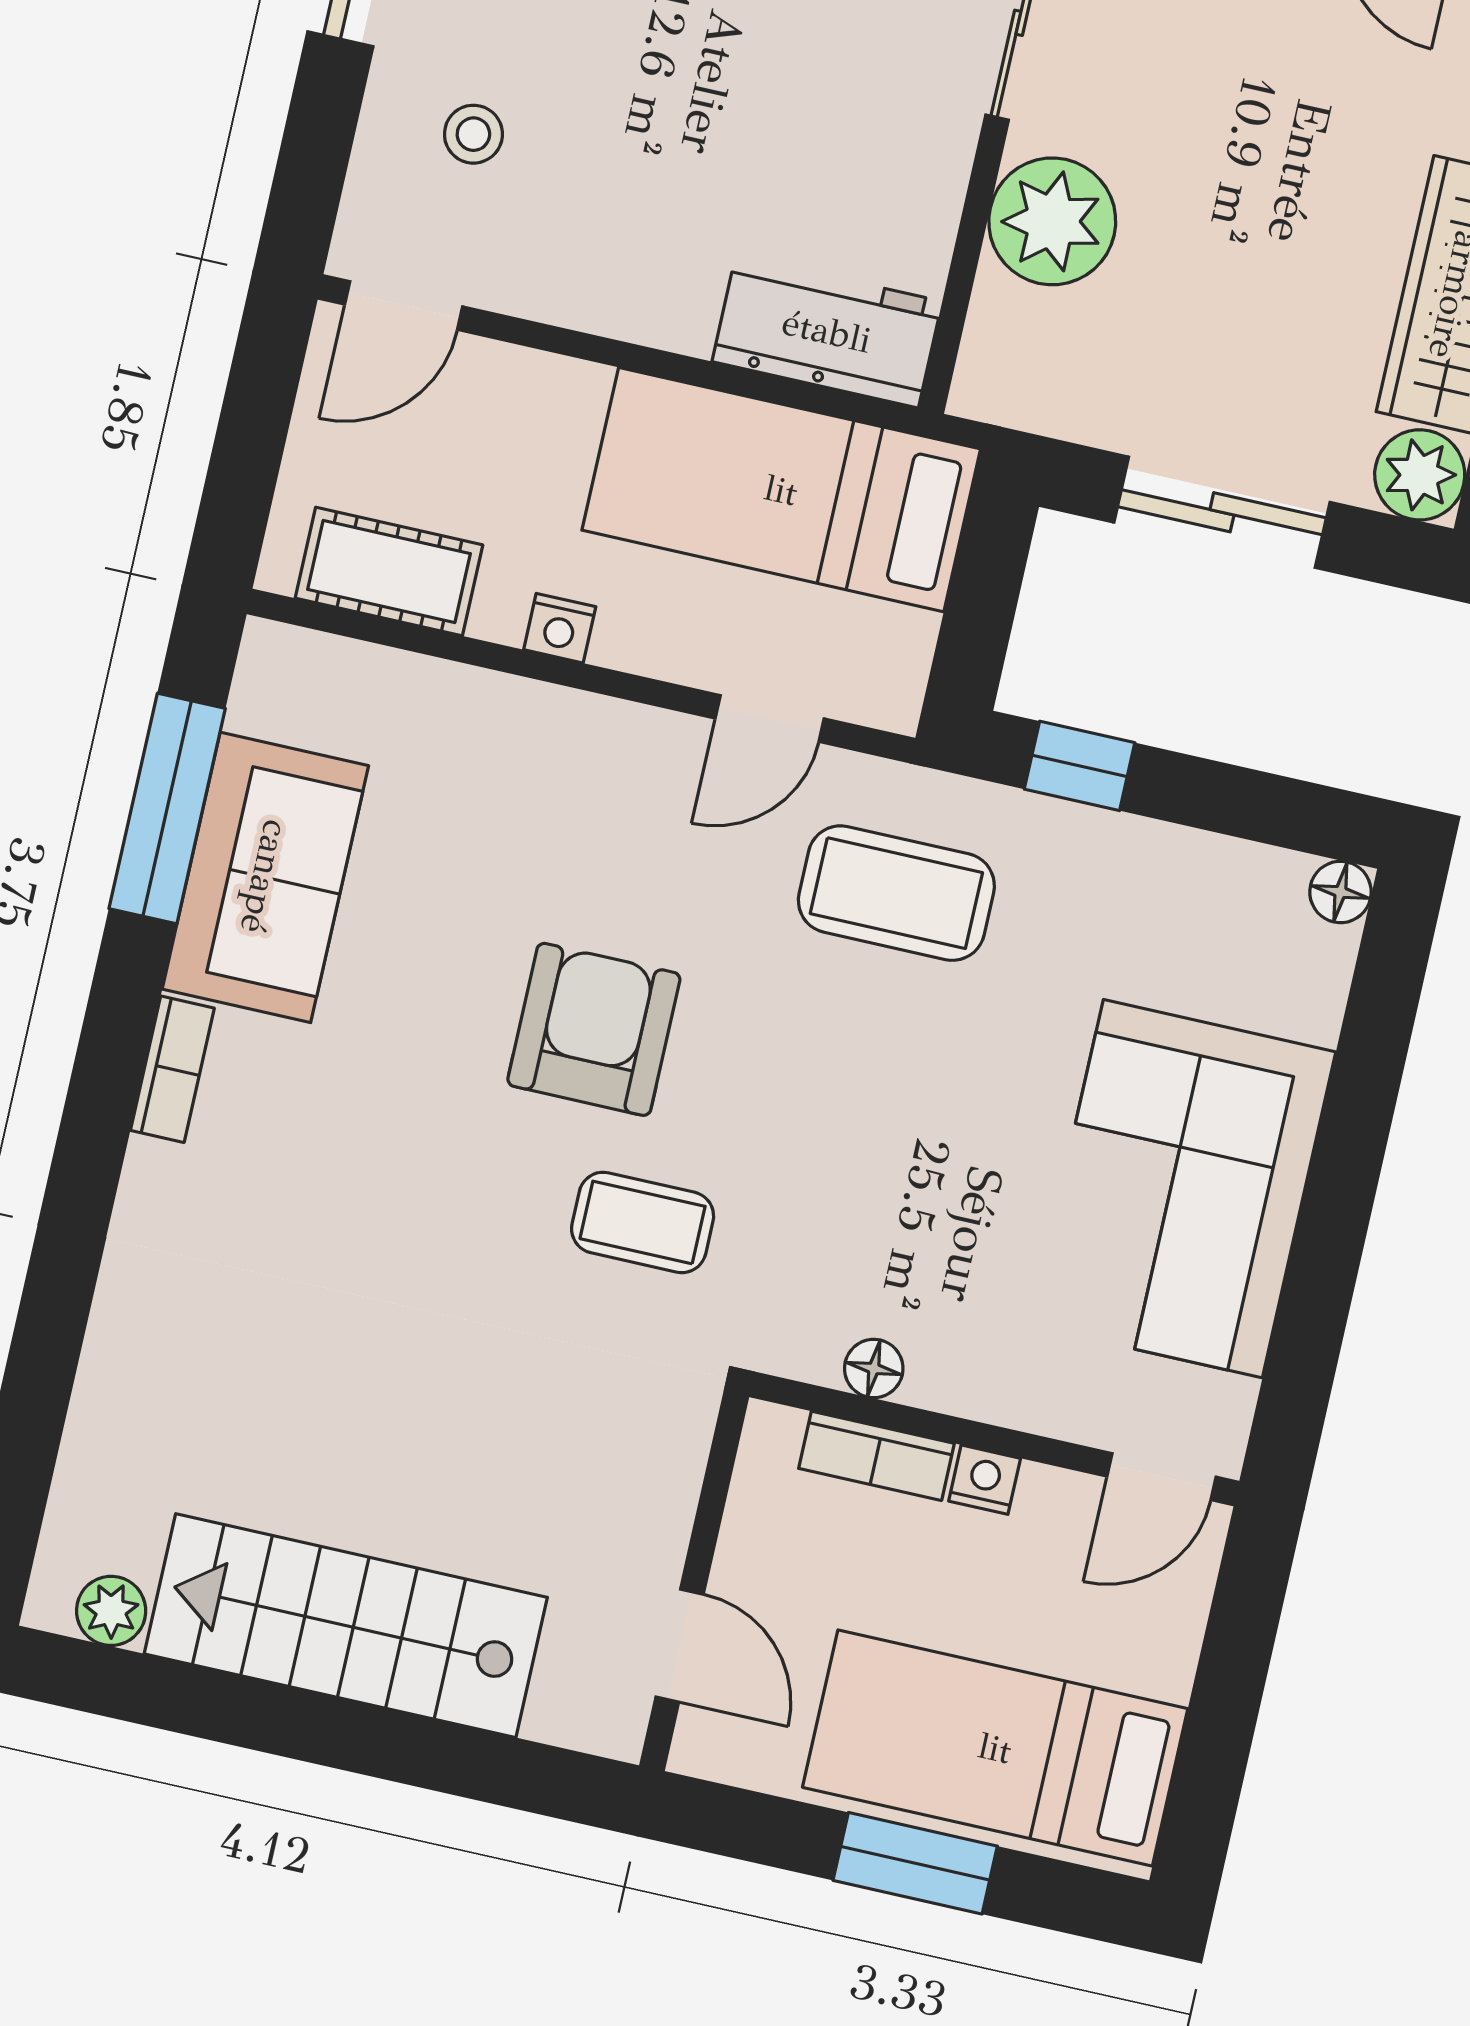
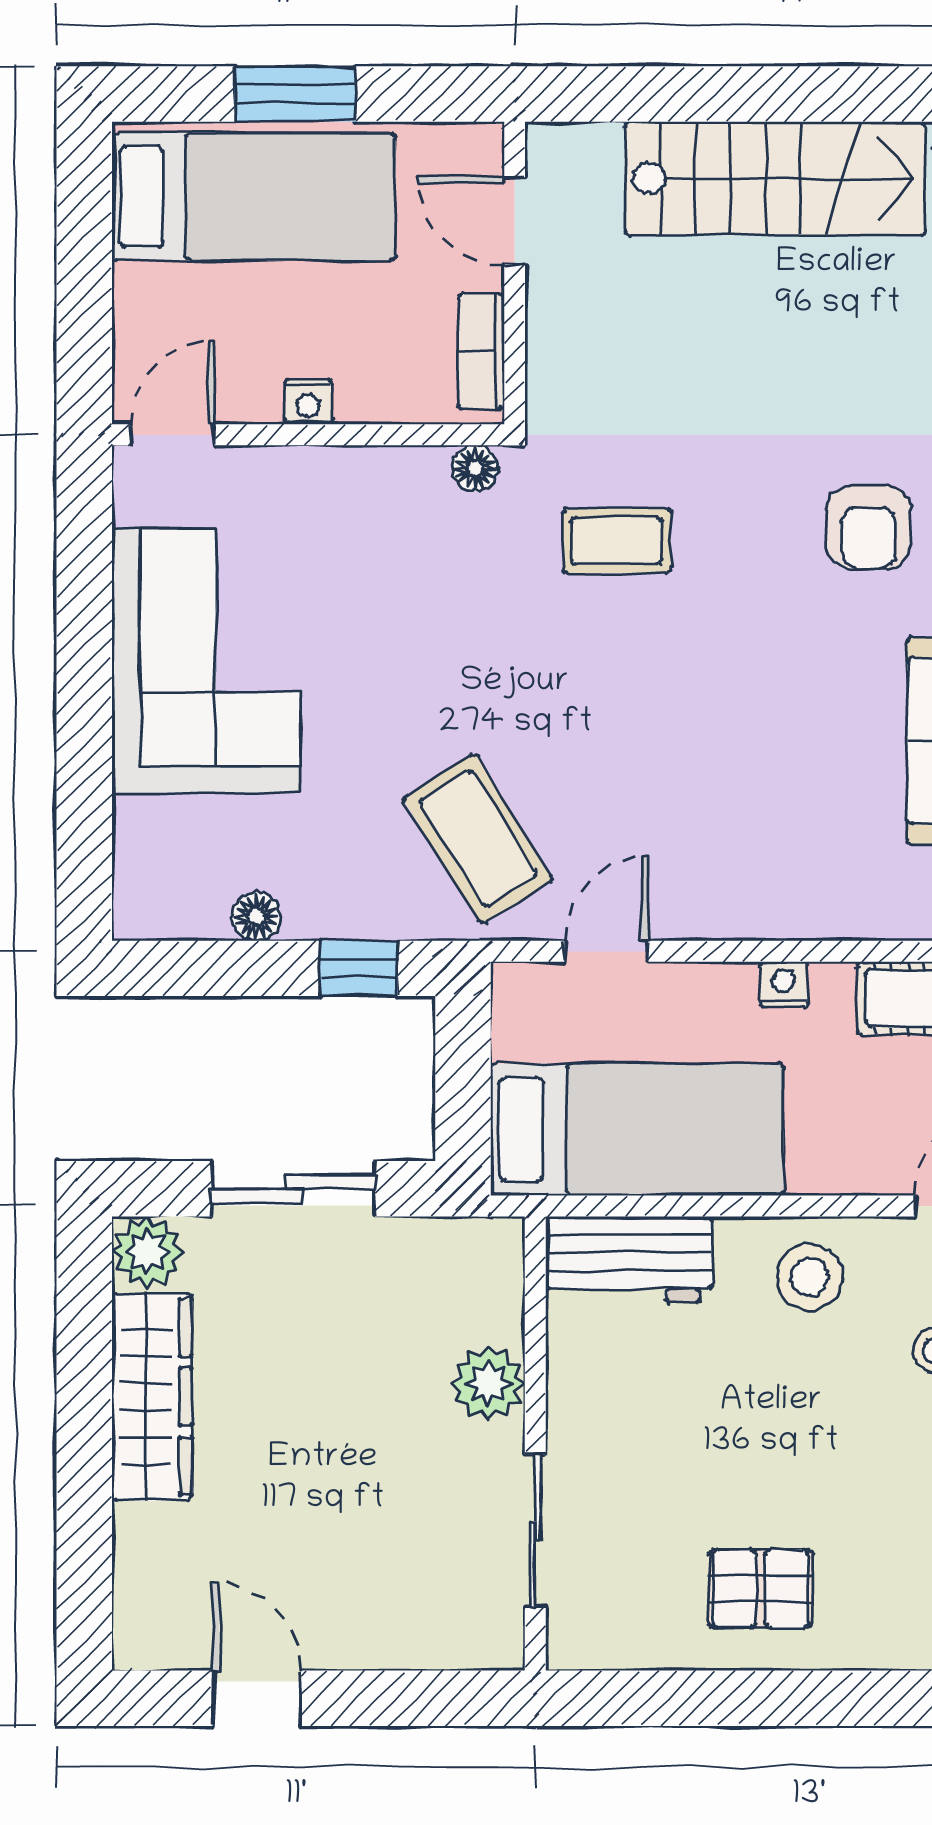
plant: (1052, 221) -> (488, 1383), width x0.73, depth x0.73
stool: (609, 260) -> (810, 1277), added
floor lamp: (1340, 892) -> (256, 917), moved
coffee table: (896, 893) -> (478, 839), turned 58
armchair: (594, 1029) -> (868, 528), moved, width x0.72, depth x0.72
floor lamp: (874, 1368) -> (475, 468), moved
bookcase: (876, 1456) -> (481, 351), moved, turned -90

